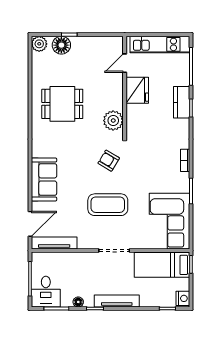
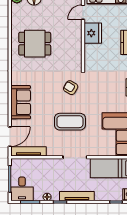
plant: (113, 121) -> (74, 57), removed

